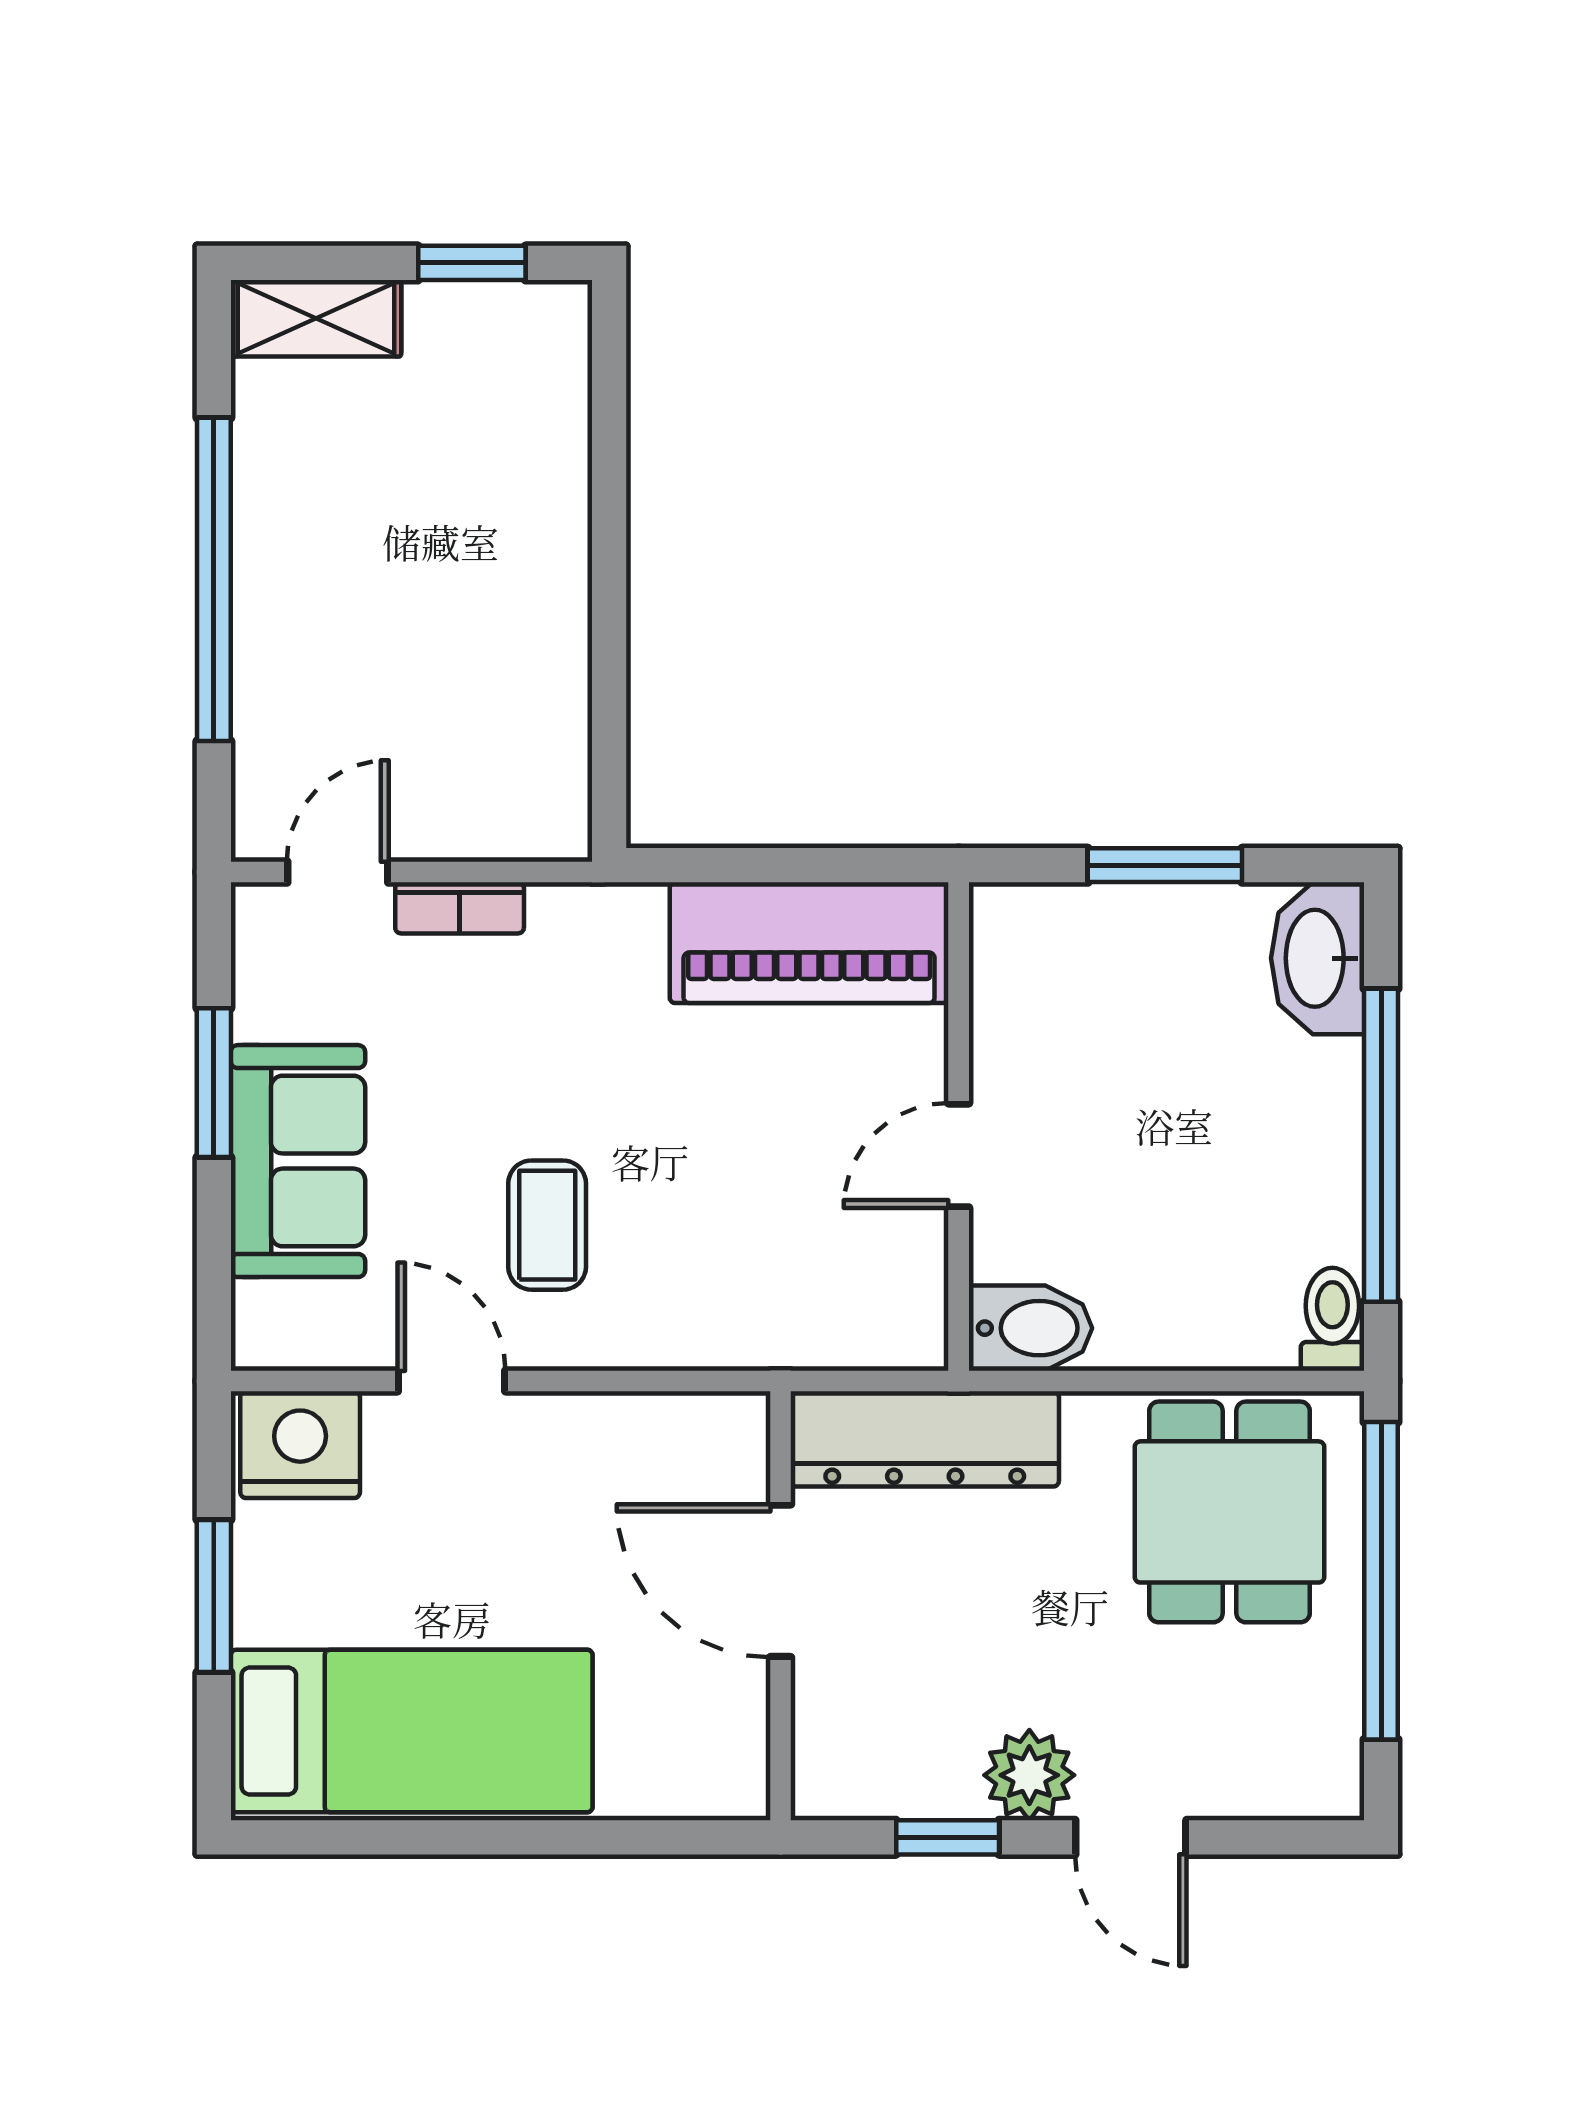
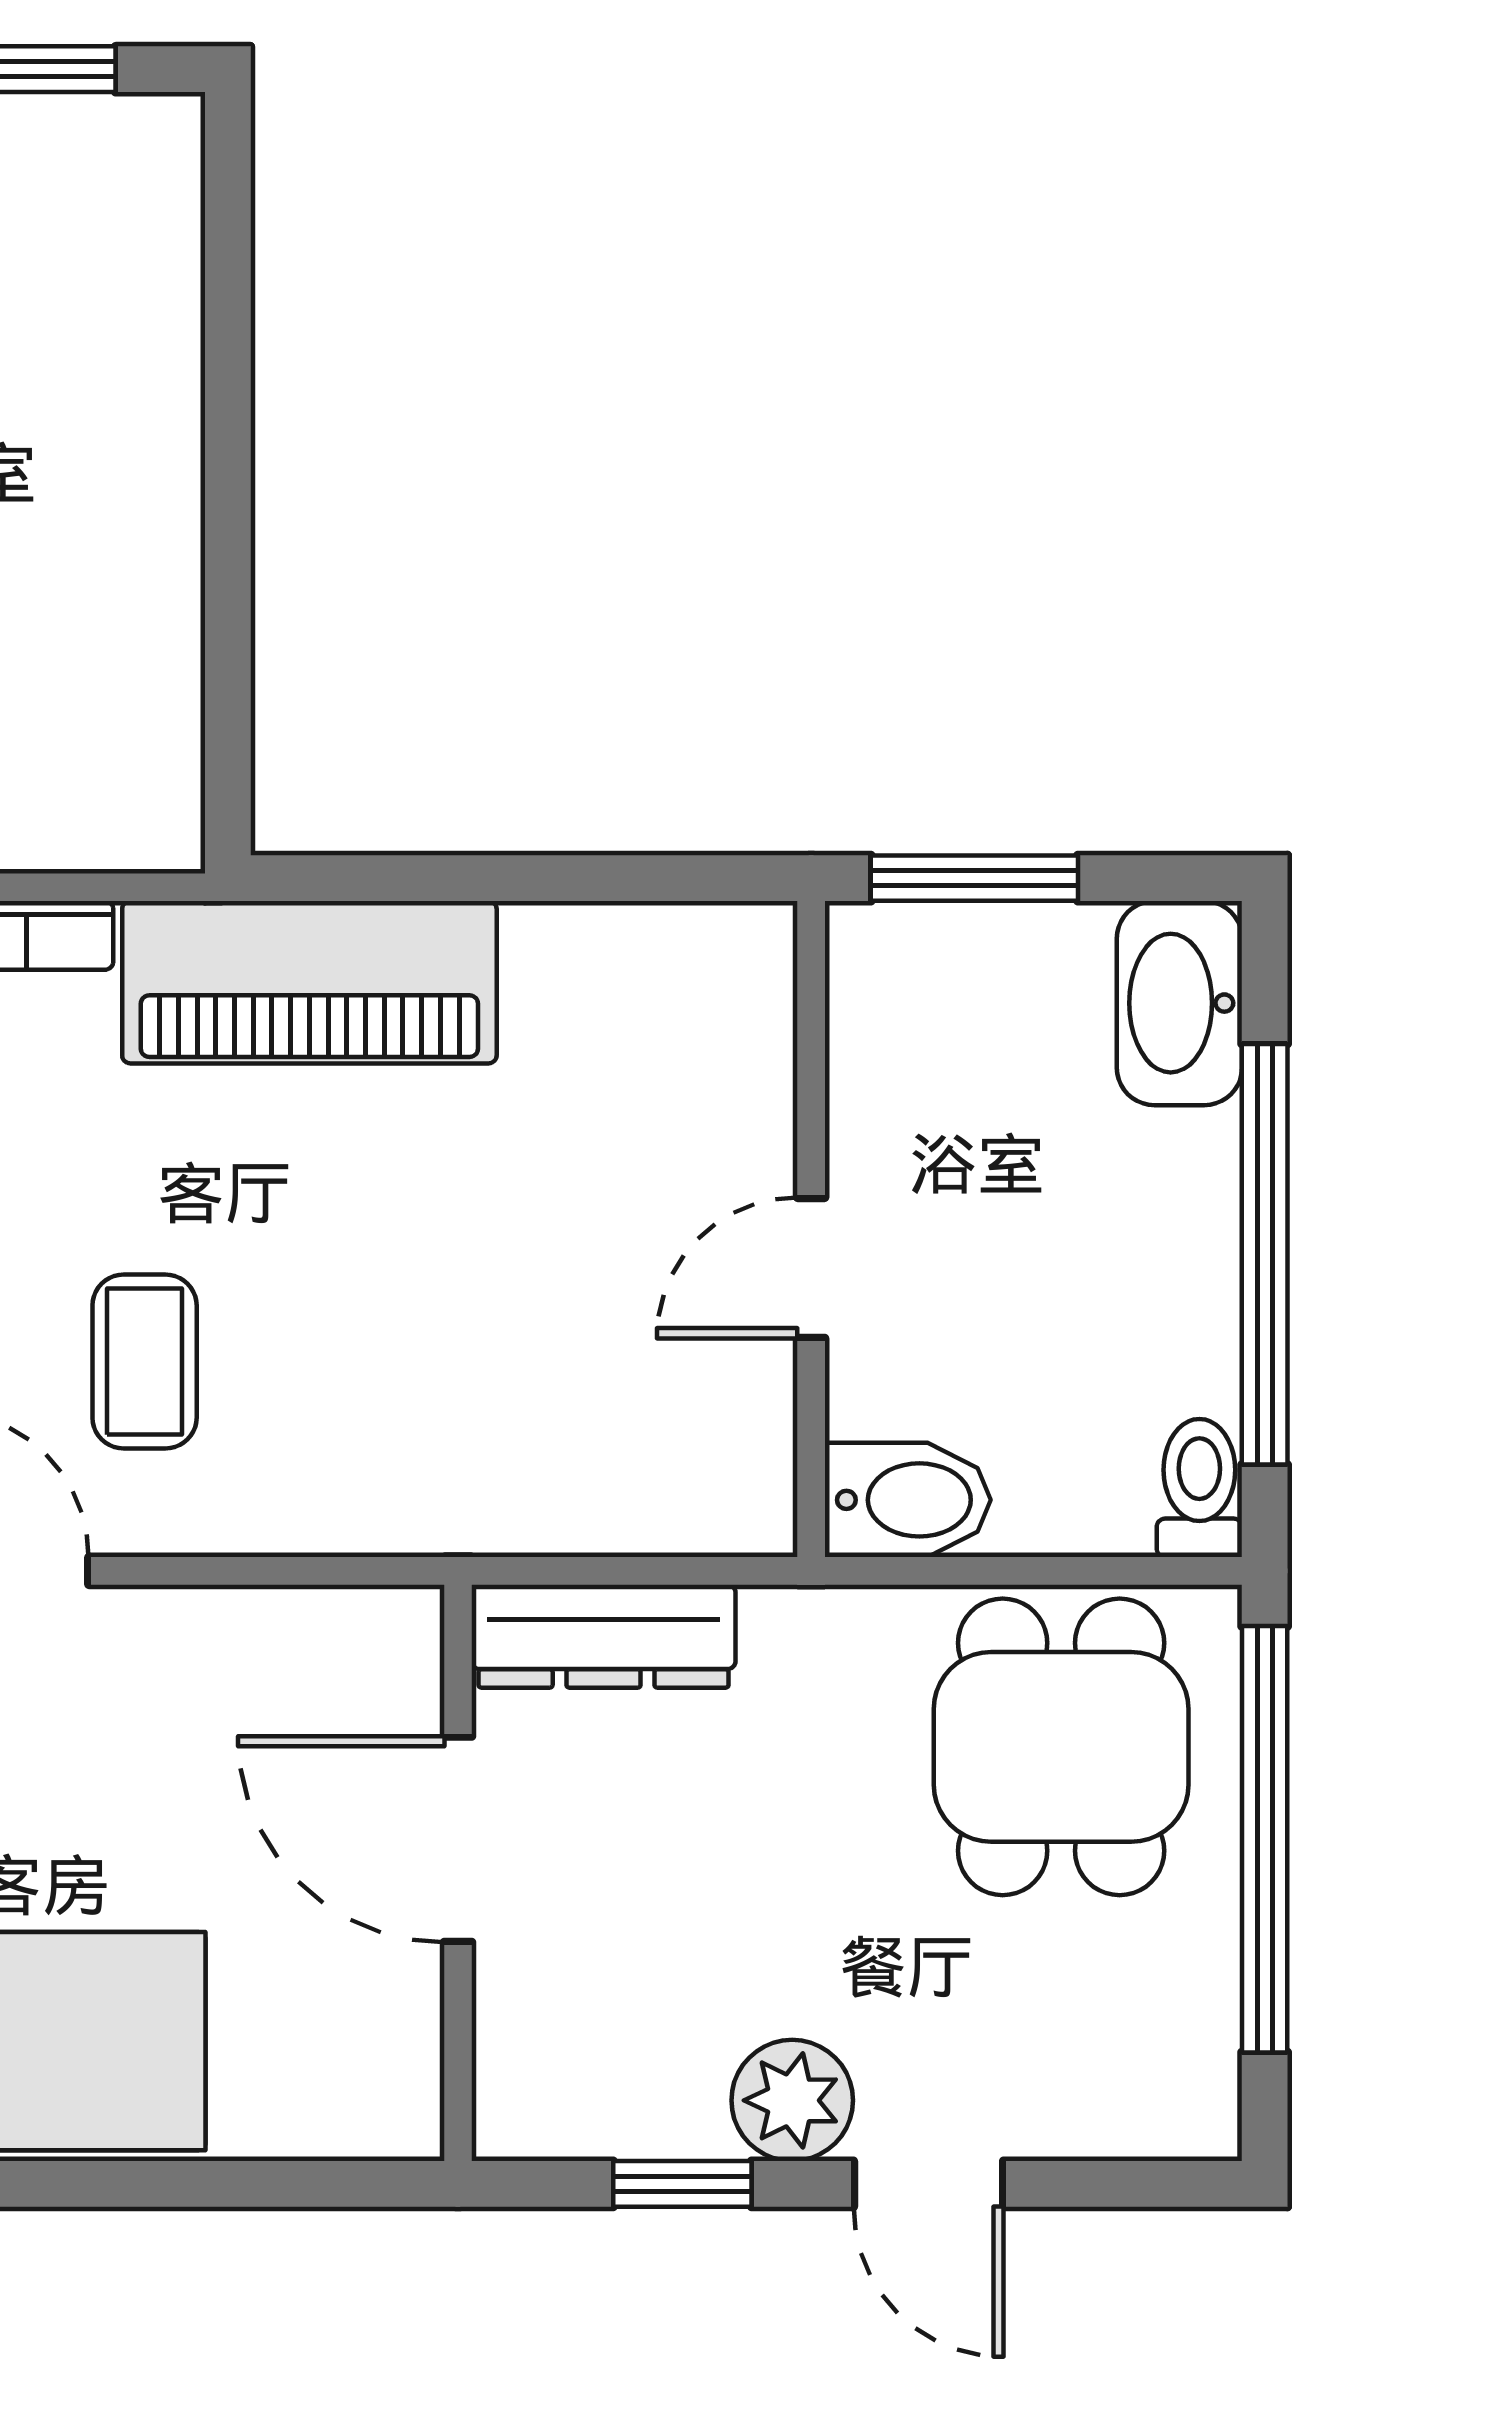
piano: (809, 943) -> (309, 982), moved
wall: (959, 1126) -> (811, 1229), moved
door: (959, 1155) -> (811, 1268), moved
bidet: (1030, 1328) -> (908, 1500), moved
dresser: (925, 1439) -> (604, 1636), width x0.73, depth x0.80

